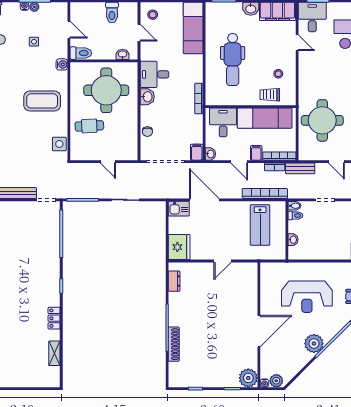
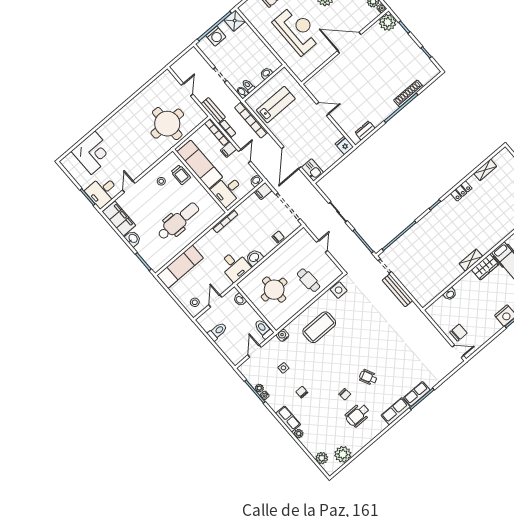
round table: (106, 90) -> (274, 290), width x0.73, depth x0.73
coffee table: (42, 101) -> (319, 327), turned 90
fridge: (179, 247) -> (344, 145), width x0.53, depth x0.75

